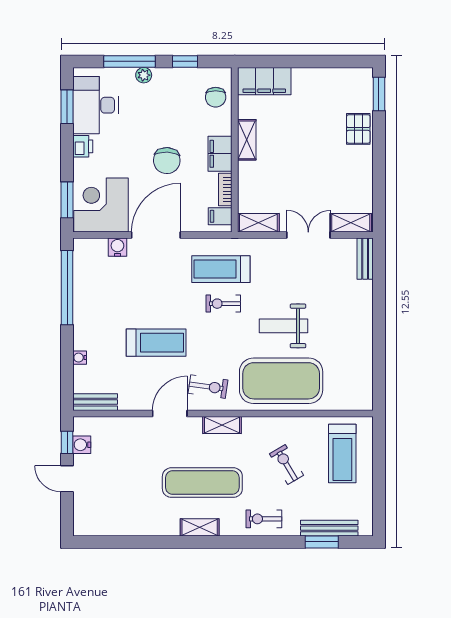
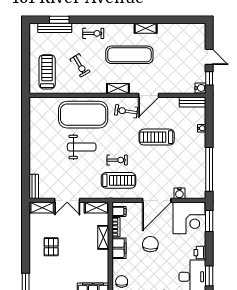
pallet: (358, 129) -> (51, 247), moved
shelving: (247, 140) -> (103, 237), moved
water cooler: (82, 445) -> (200, 88), moved
shelving: (200, 527) -> (146, 28), moved

